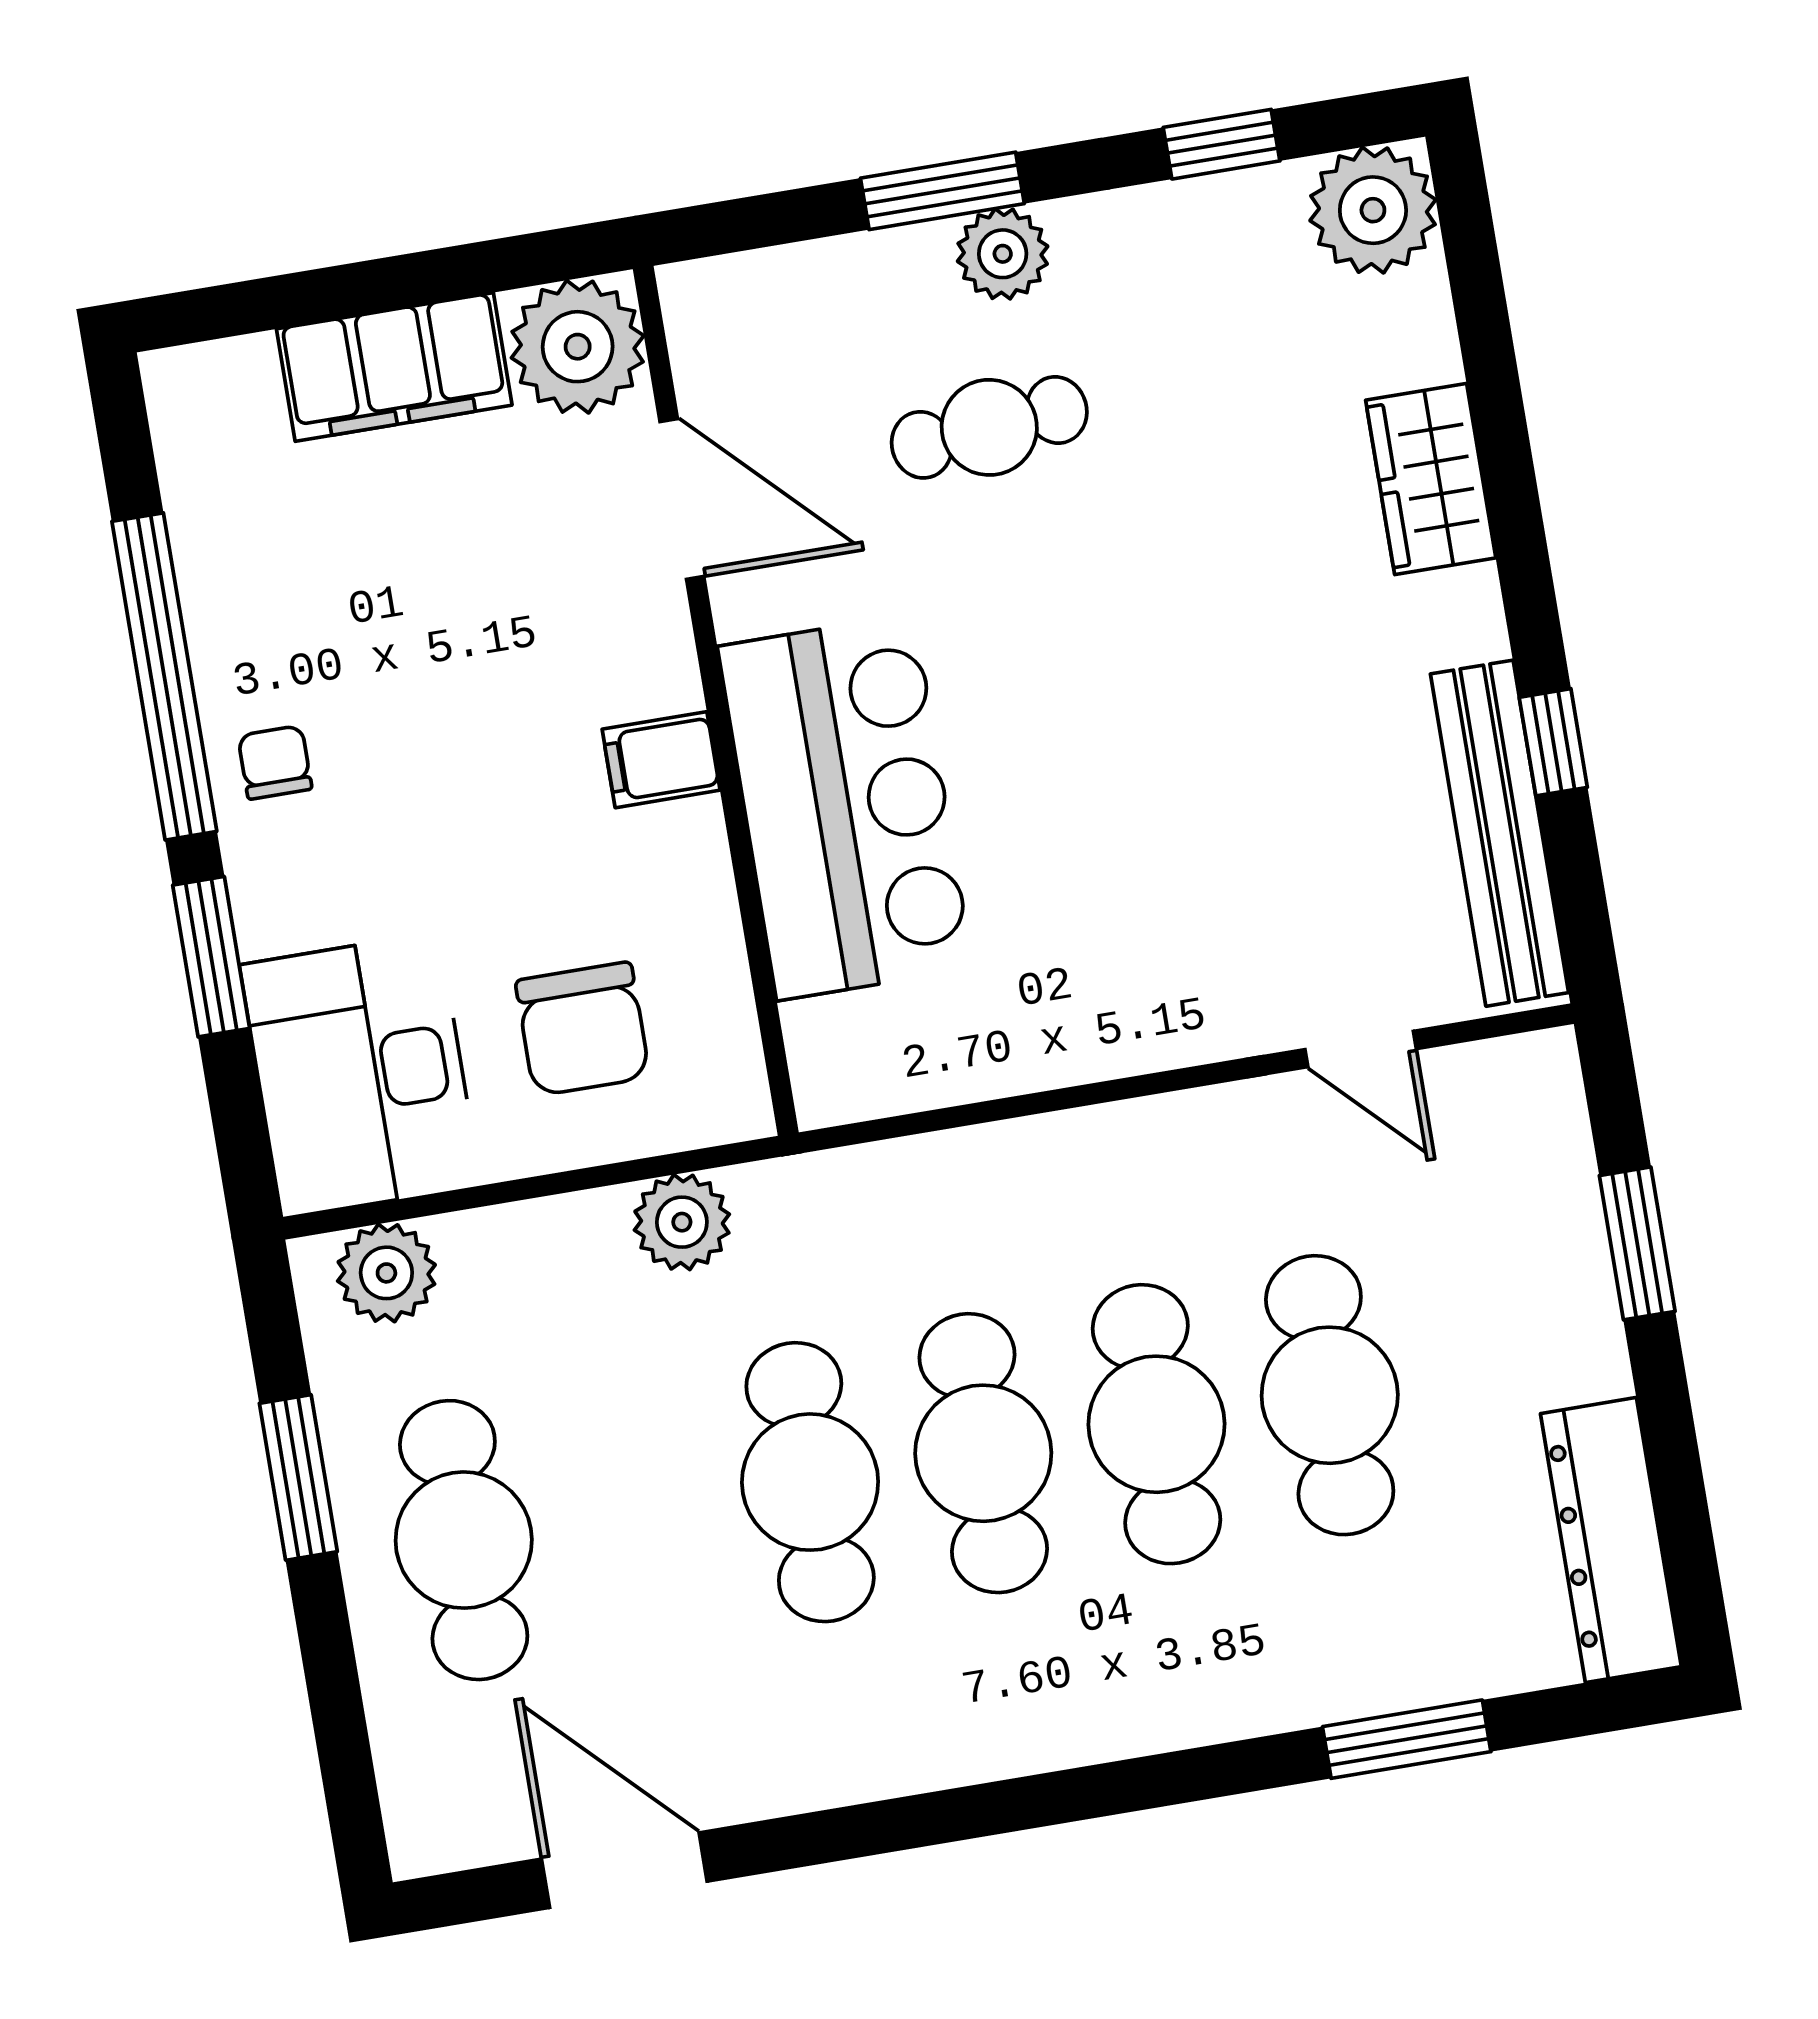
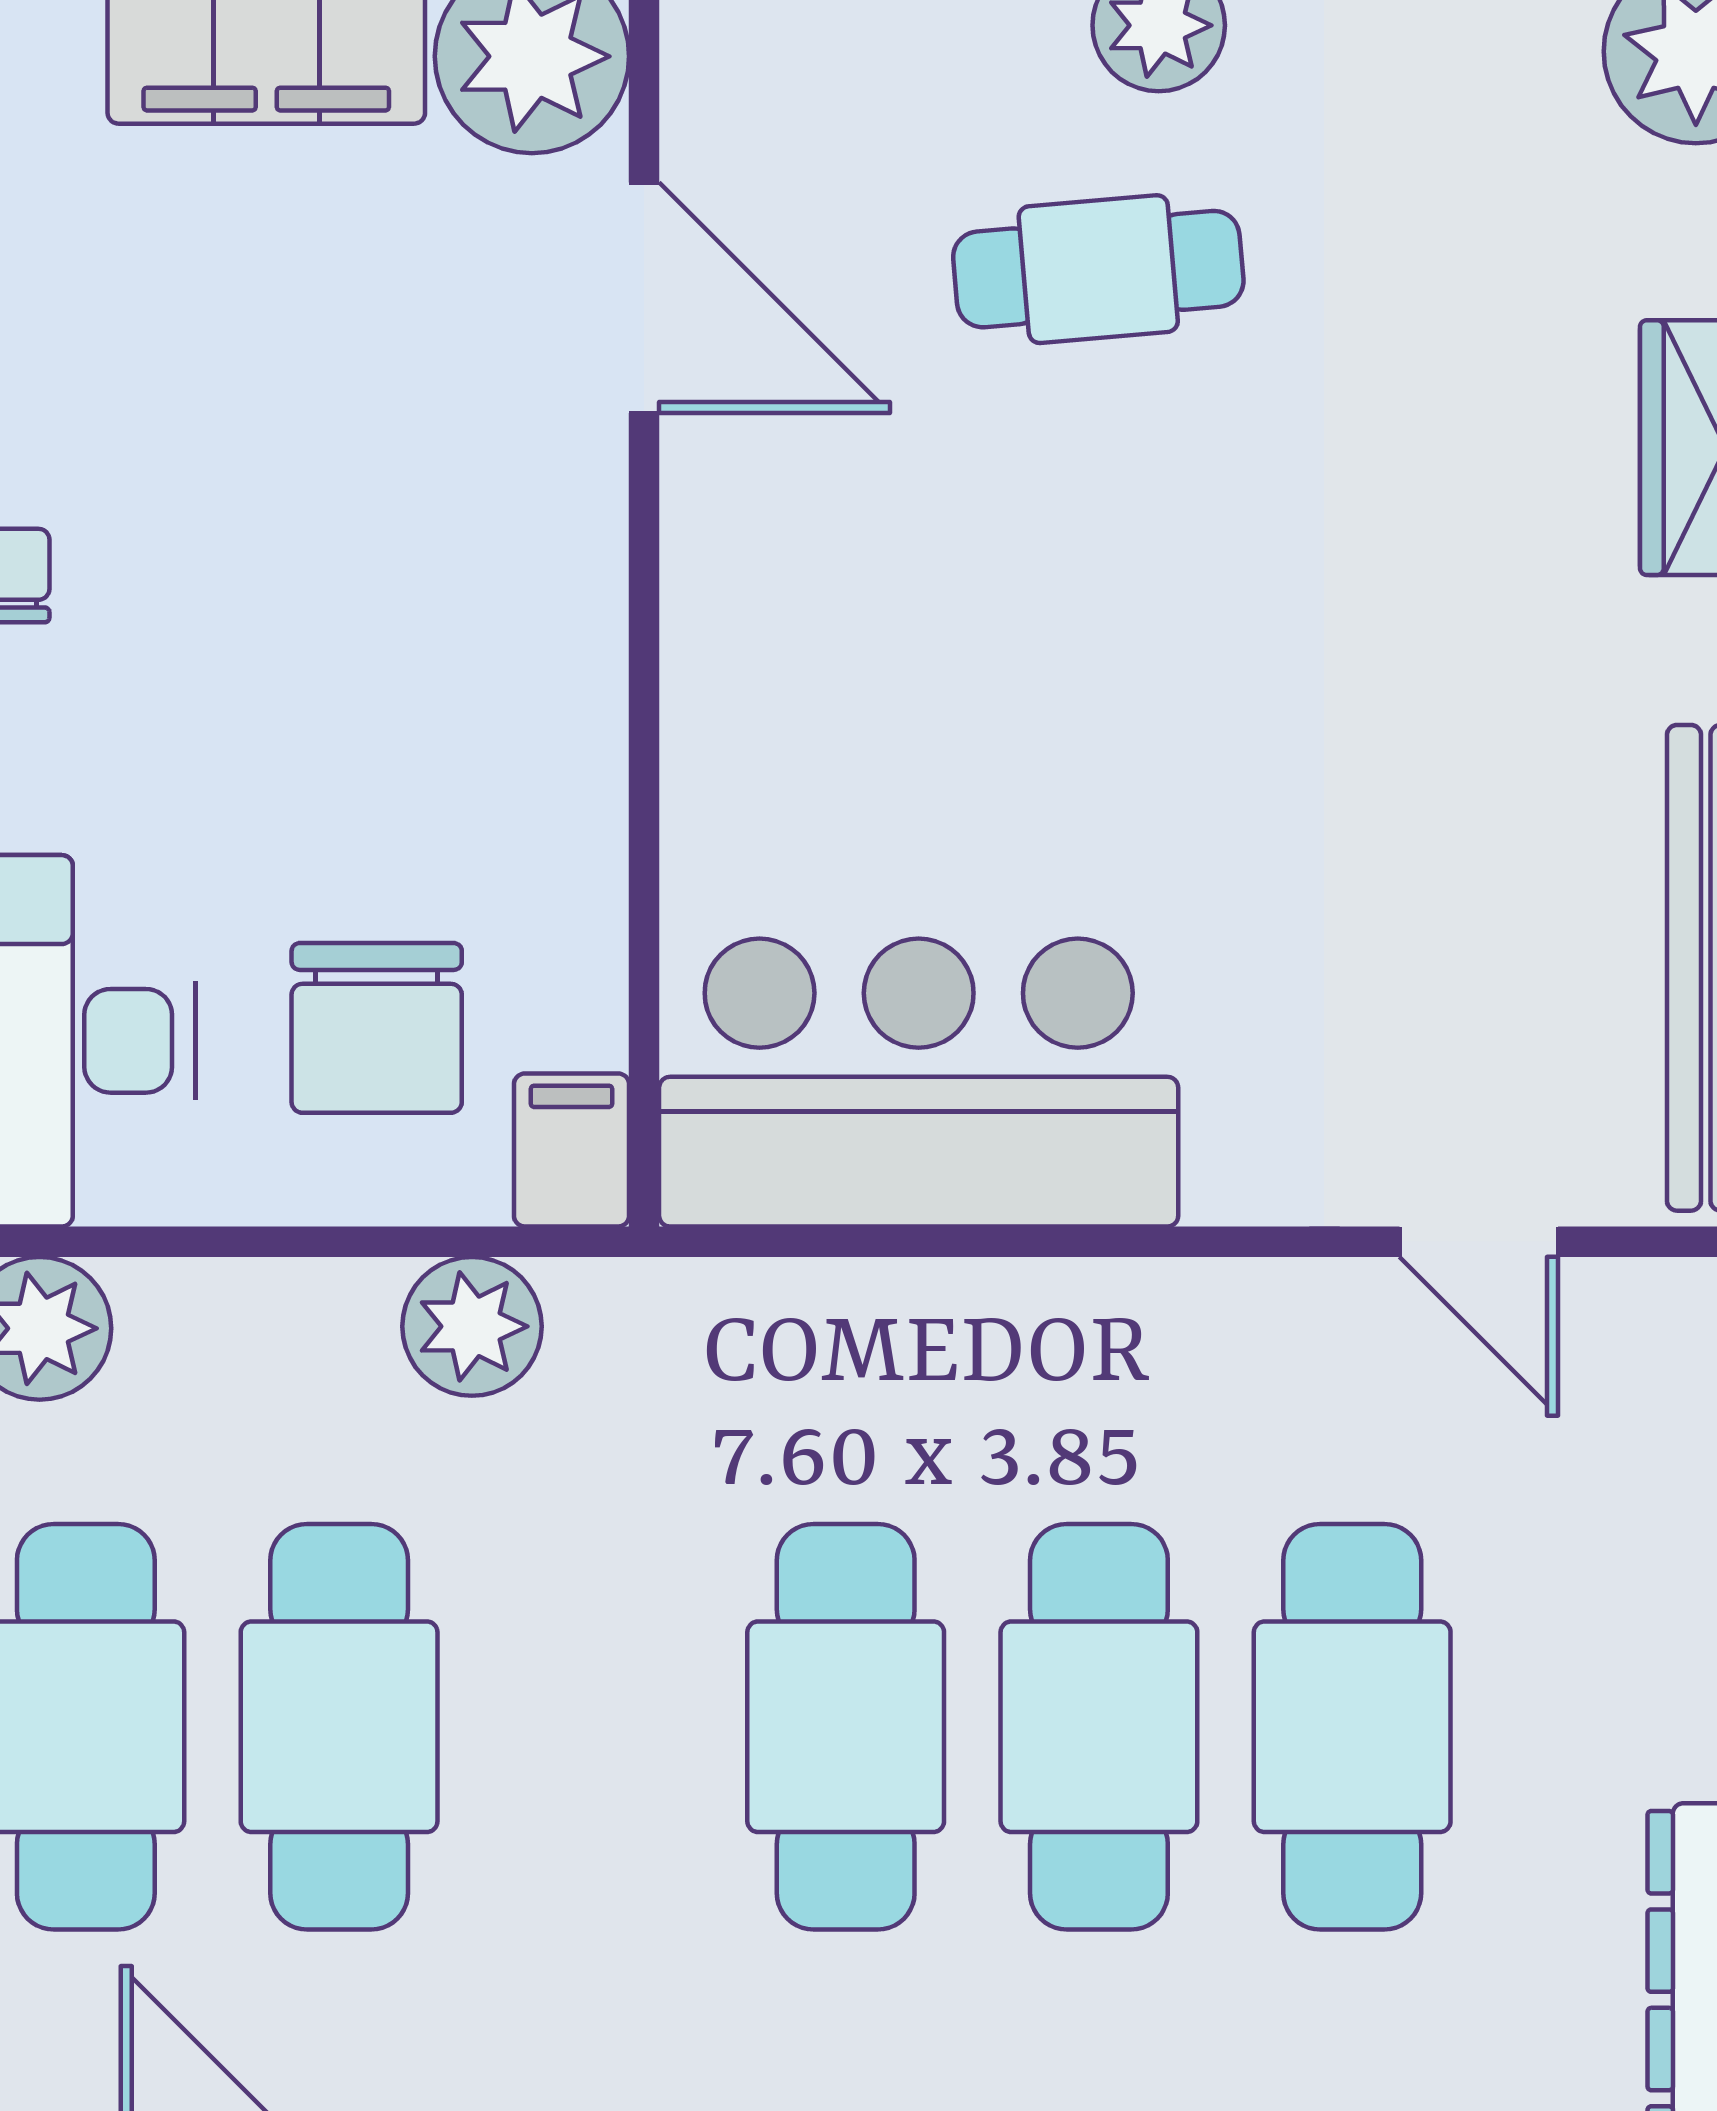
filing cabinet: (661, 760) -> (572, 1150), moved, turned 90
bar counter: (845, 807) -> (919, 1082), moved, turned -90
cafe table: (810, 1482) -> (339, 1727), moved

